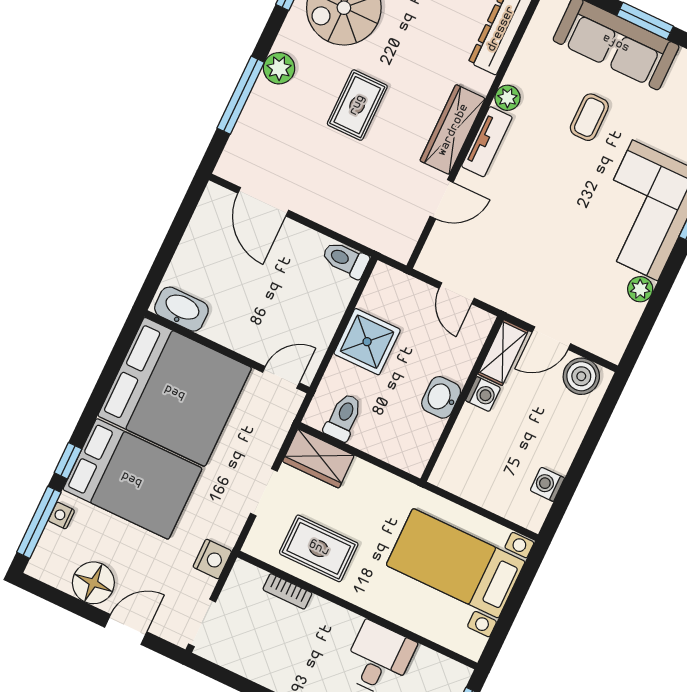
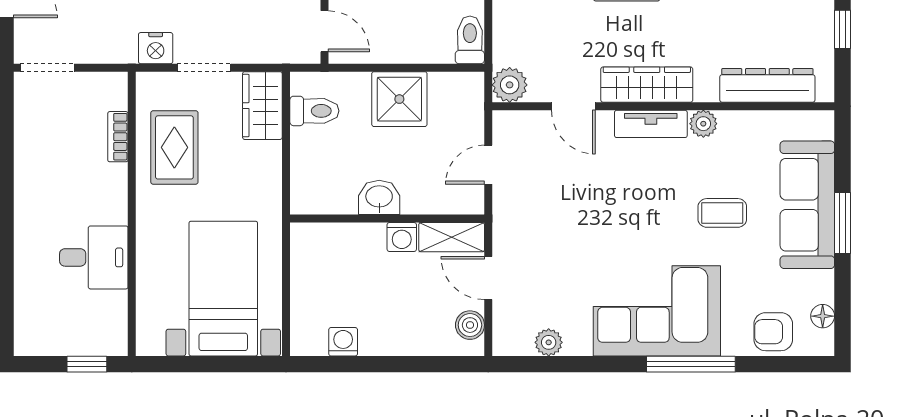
plant: (399, 244) -> (510, 85), added
plant: (640, 289) -> (549, 342), moved
boiler: (581, 376) -> (470, 325), width x0.73, depth x0.73
nightstand: (212, 559) -> (156, 48), moved

